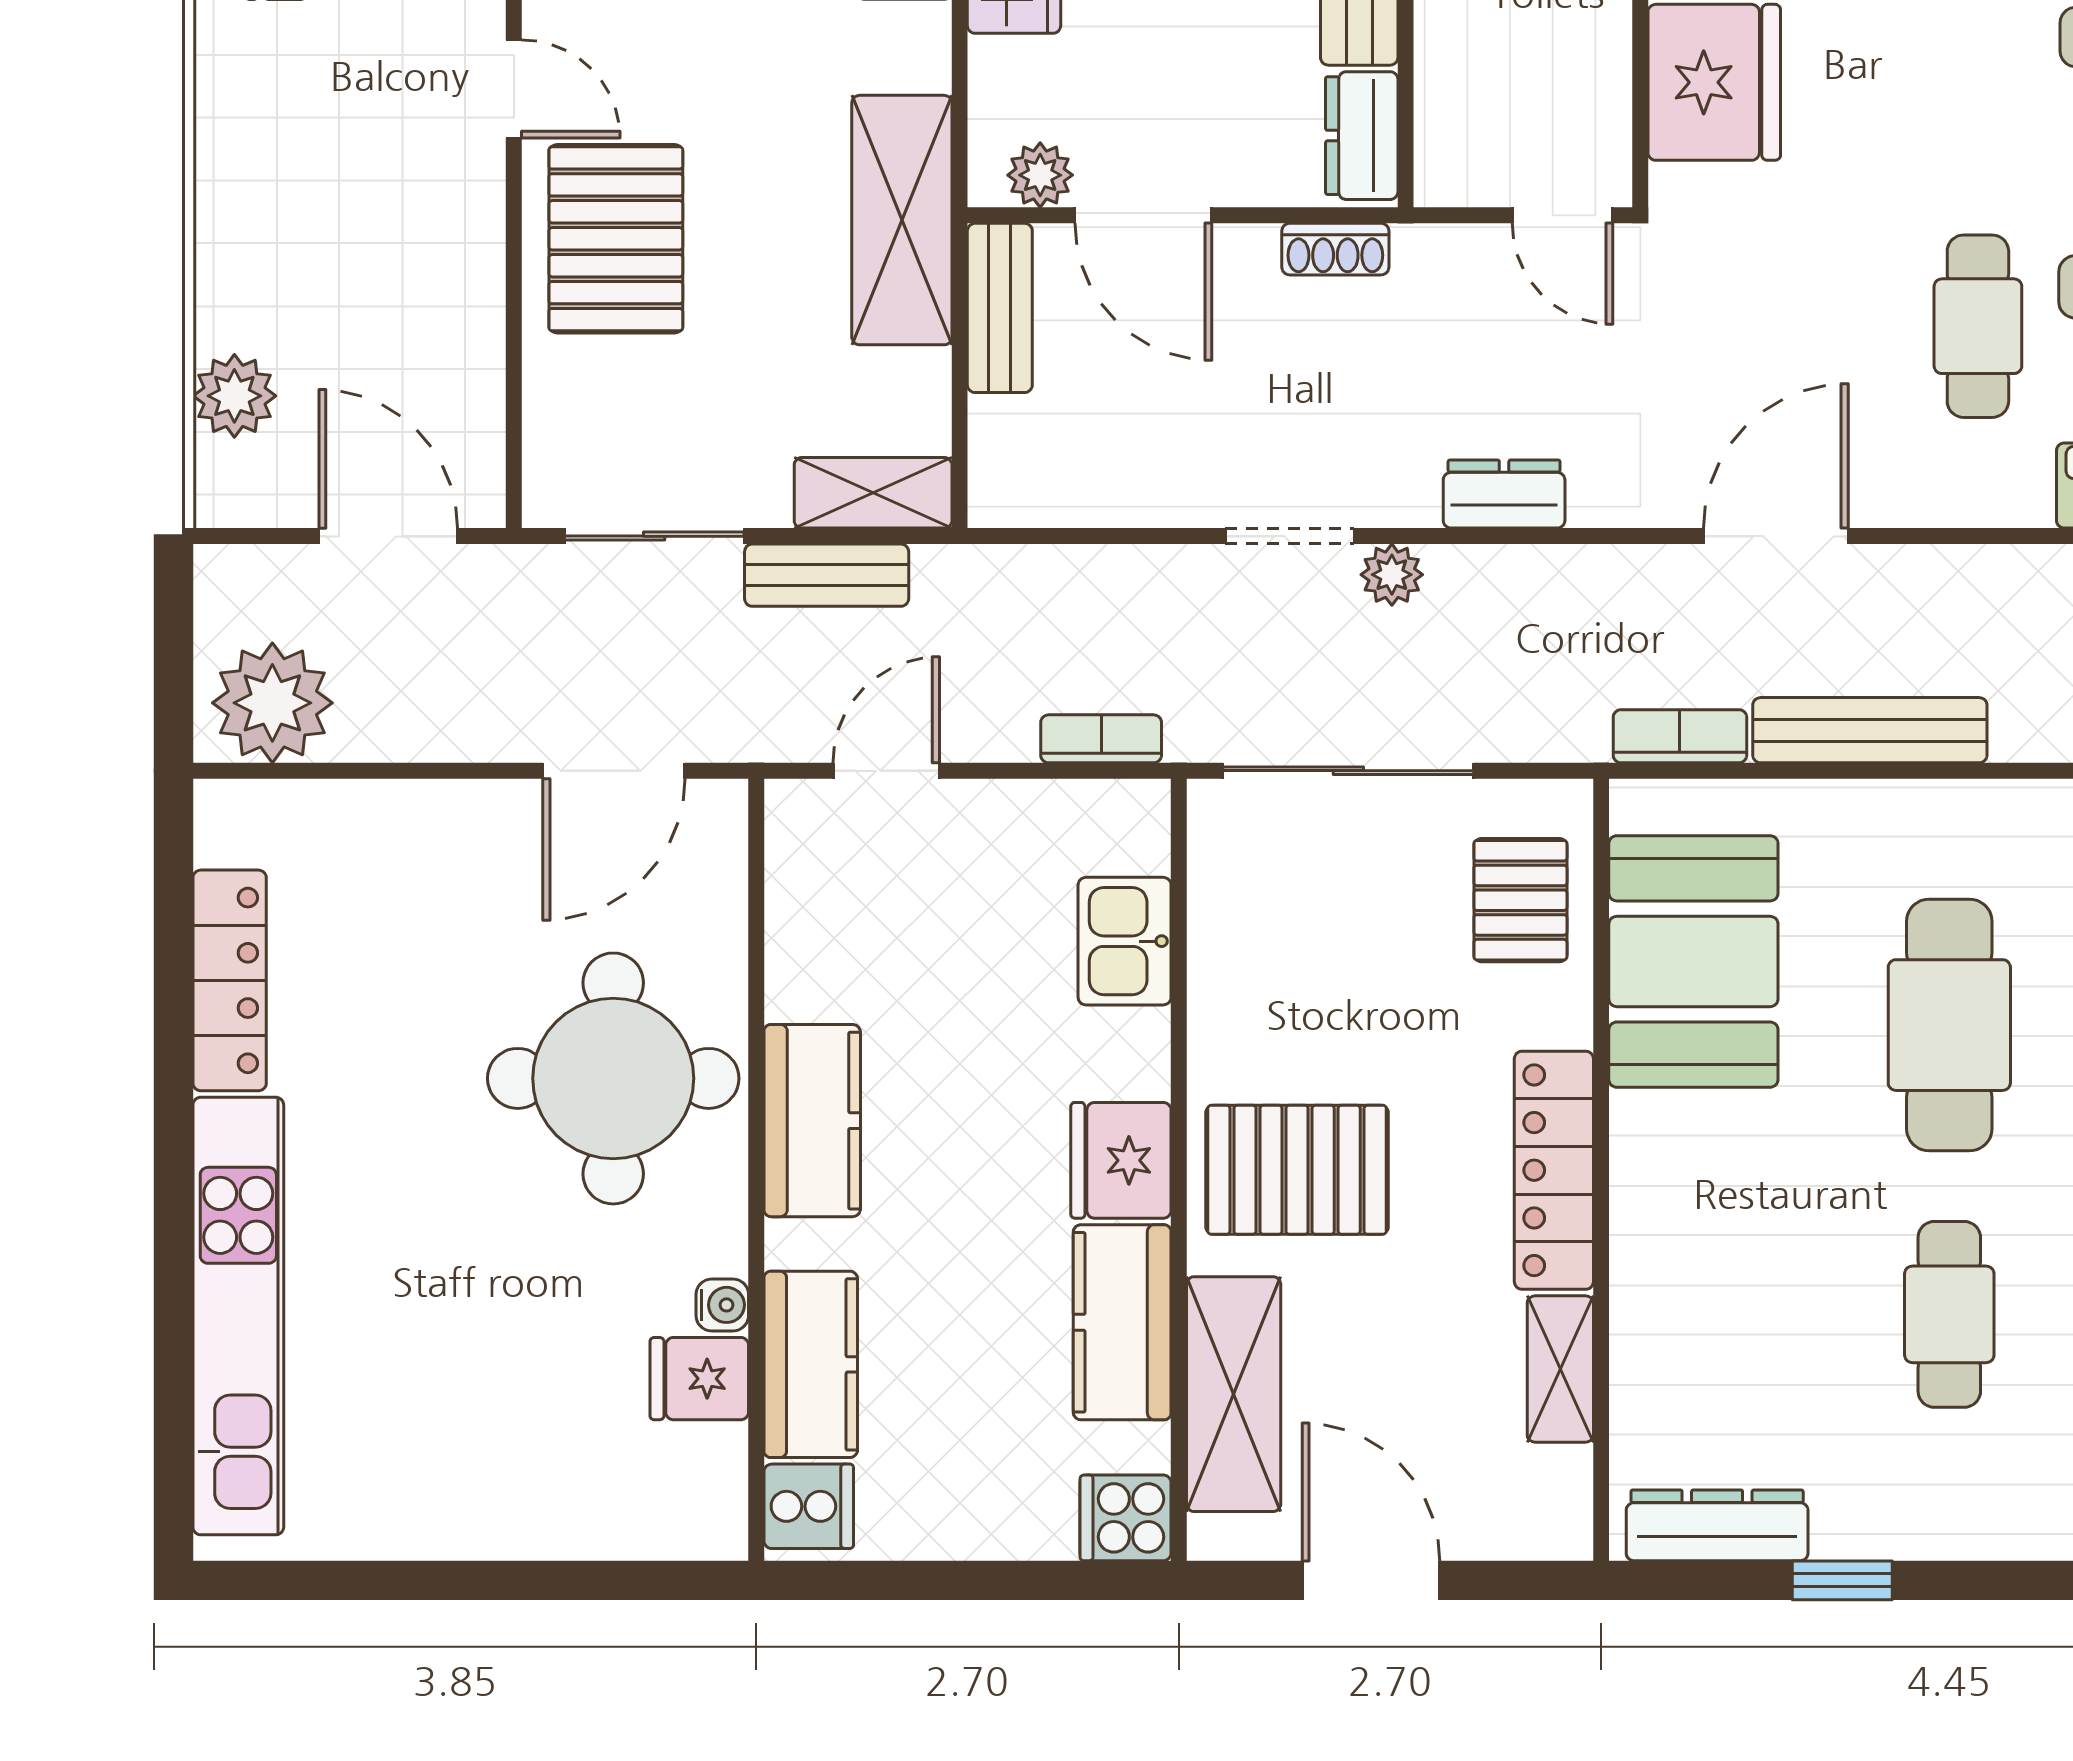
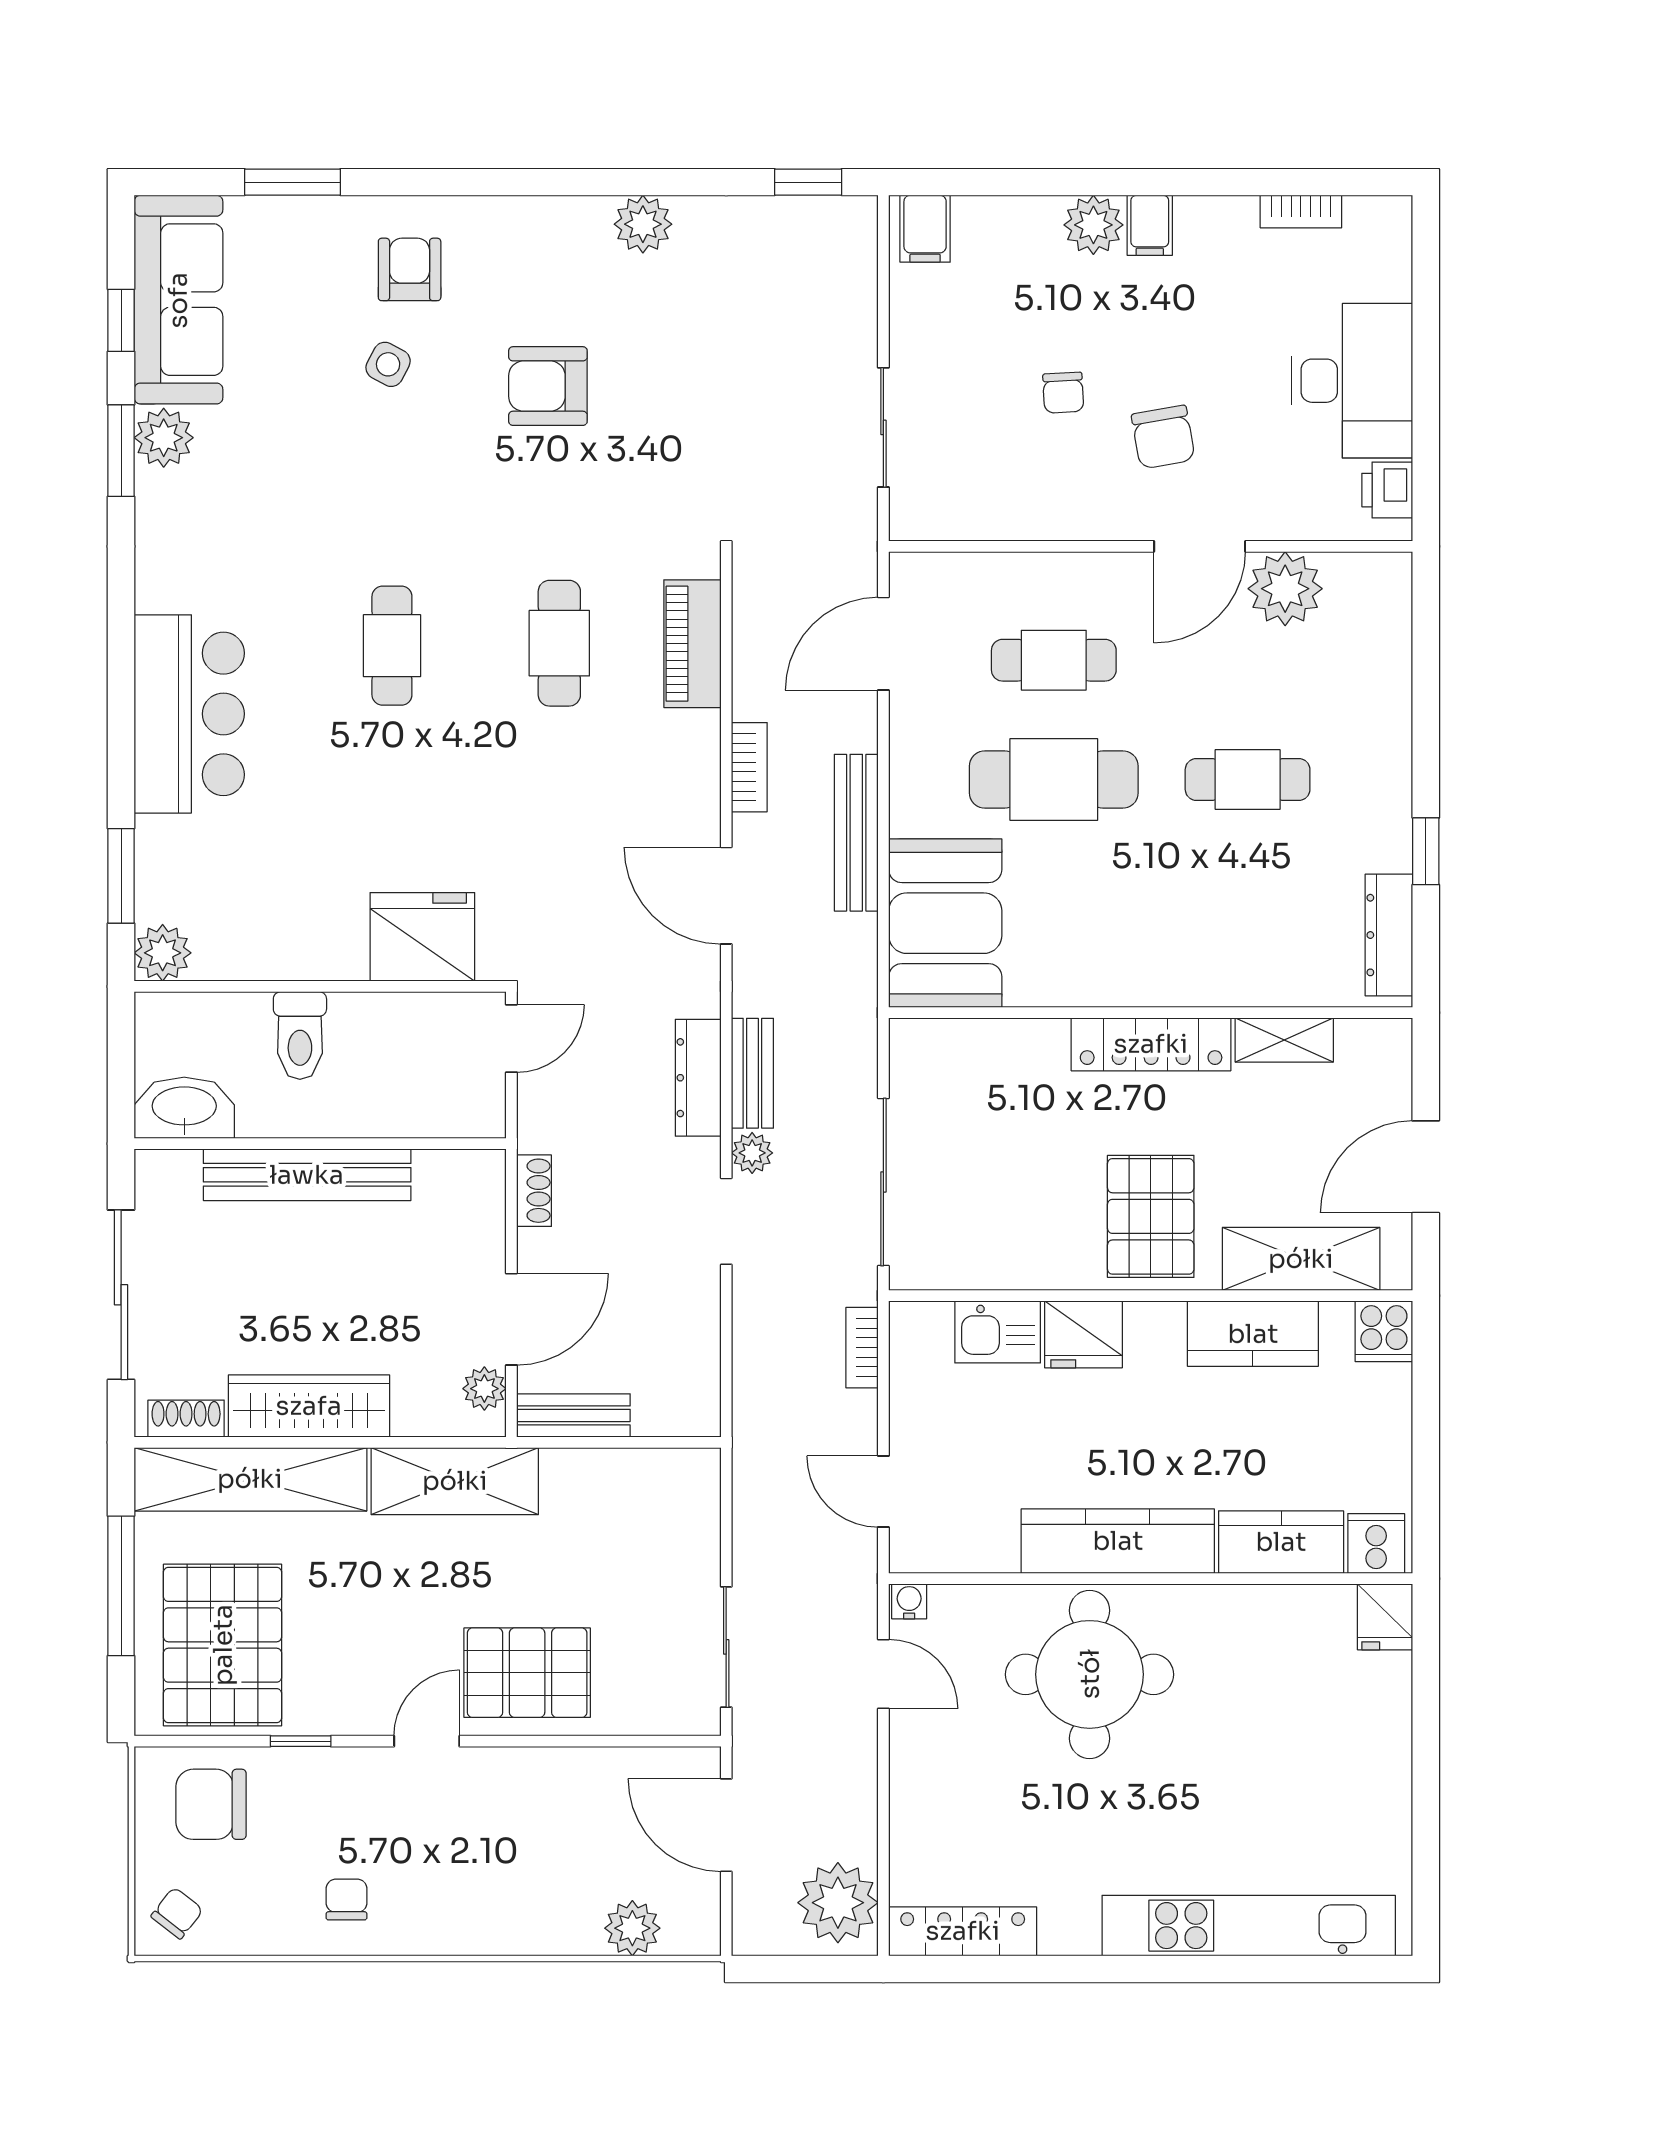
dresser: (1362, 136) -> (458, 1173), removed
shelving: (902, 220) -> (455, 1481), moved
cafe table: (1978, 326) -> (586, 760), removed
shelving: (873, 493) -> (697, 1500), removed
dresser: (1504, 494) -> (698, 1078), width x1.44
door: (388, 536) -> (726, 1825), hinge flipped
bench: (827, 575) -> (752, 1073), moved
bookcase: (1680, 736) -> (749, 767), moved, turned 180
door: (614, 771) -> (883, 1674), width x0.73
pallet: (1520, 900) -> (970, 1067), removed
booth: (1693, 961) -> (945, 923), moved, turned 90
locker: (230, 980) -> (963, 1931), moved
kitchen counter: (812, 1121) -> (1118, 1541), width x1.50
fridge: (1121, 1160) -> (1083, 1334), moved
water cooler: (722, 1305) -> (909, 1601), moved
fridge: (699, 1379) -> (1385, 1617), moved

